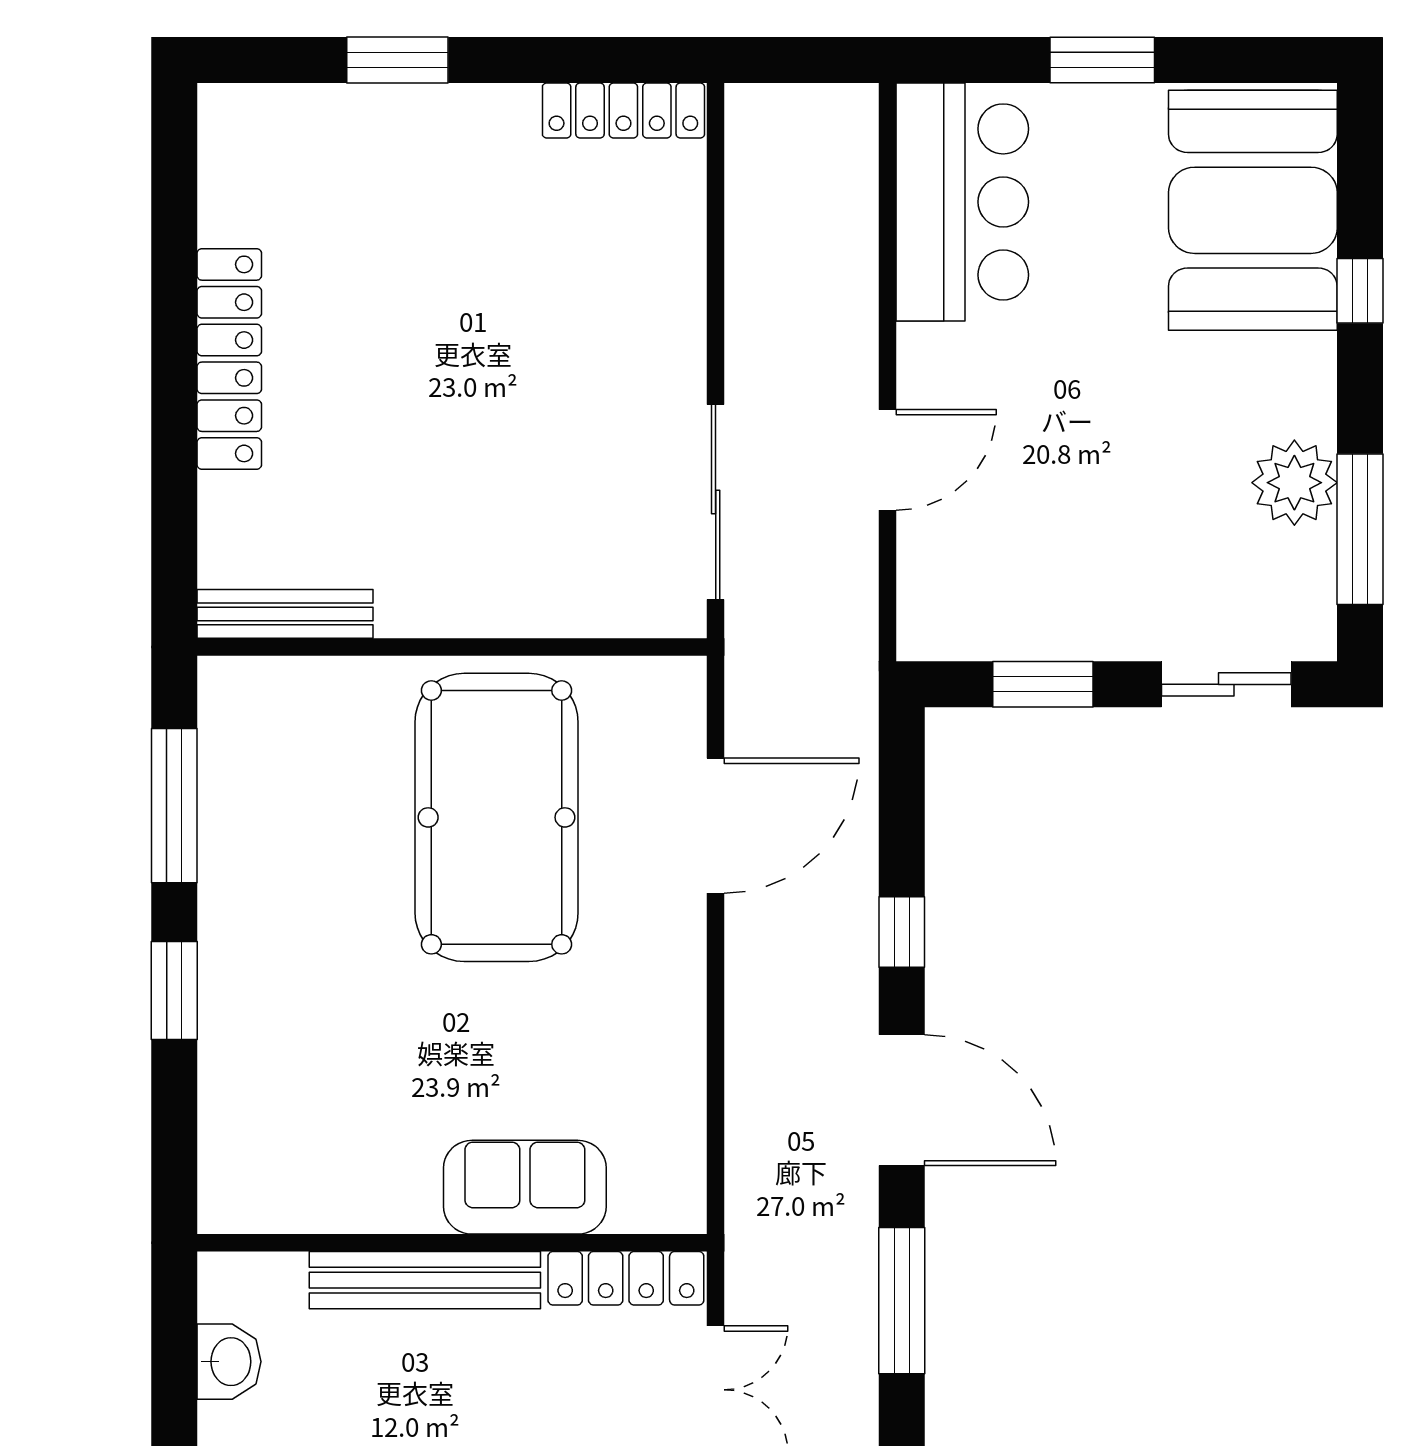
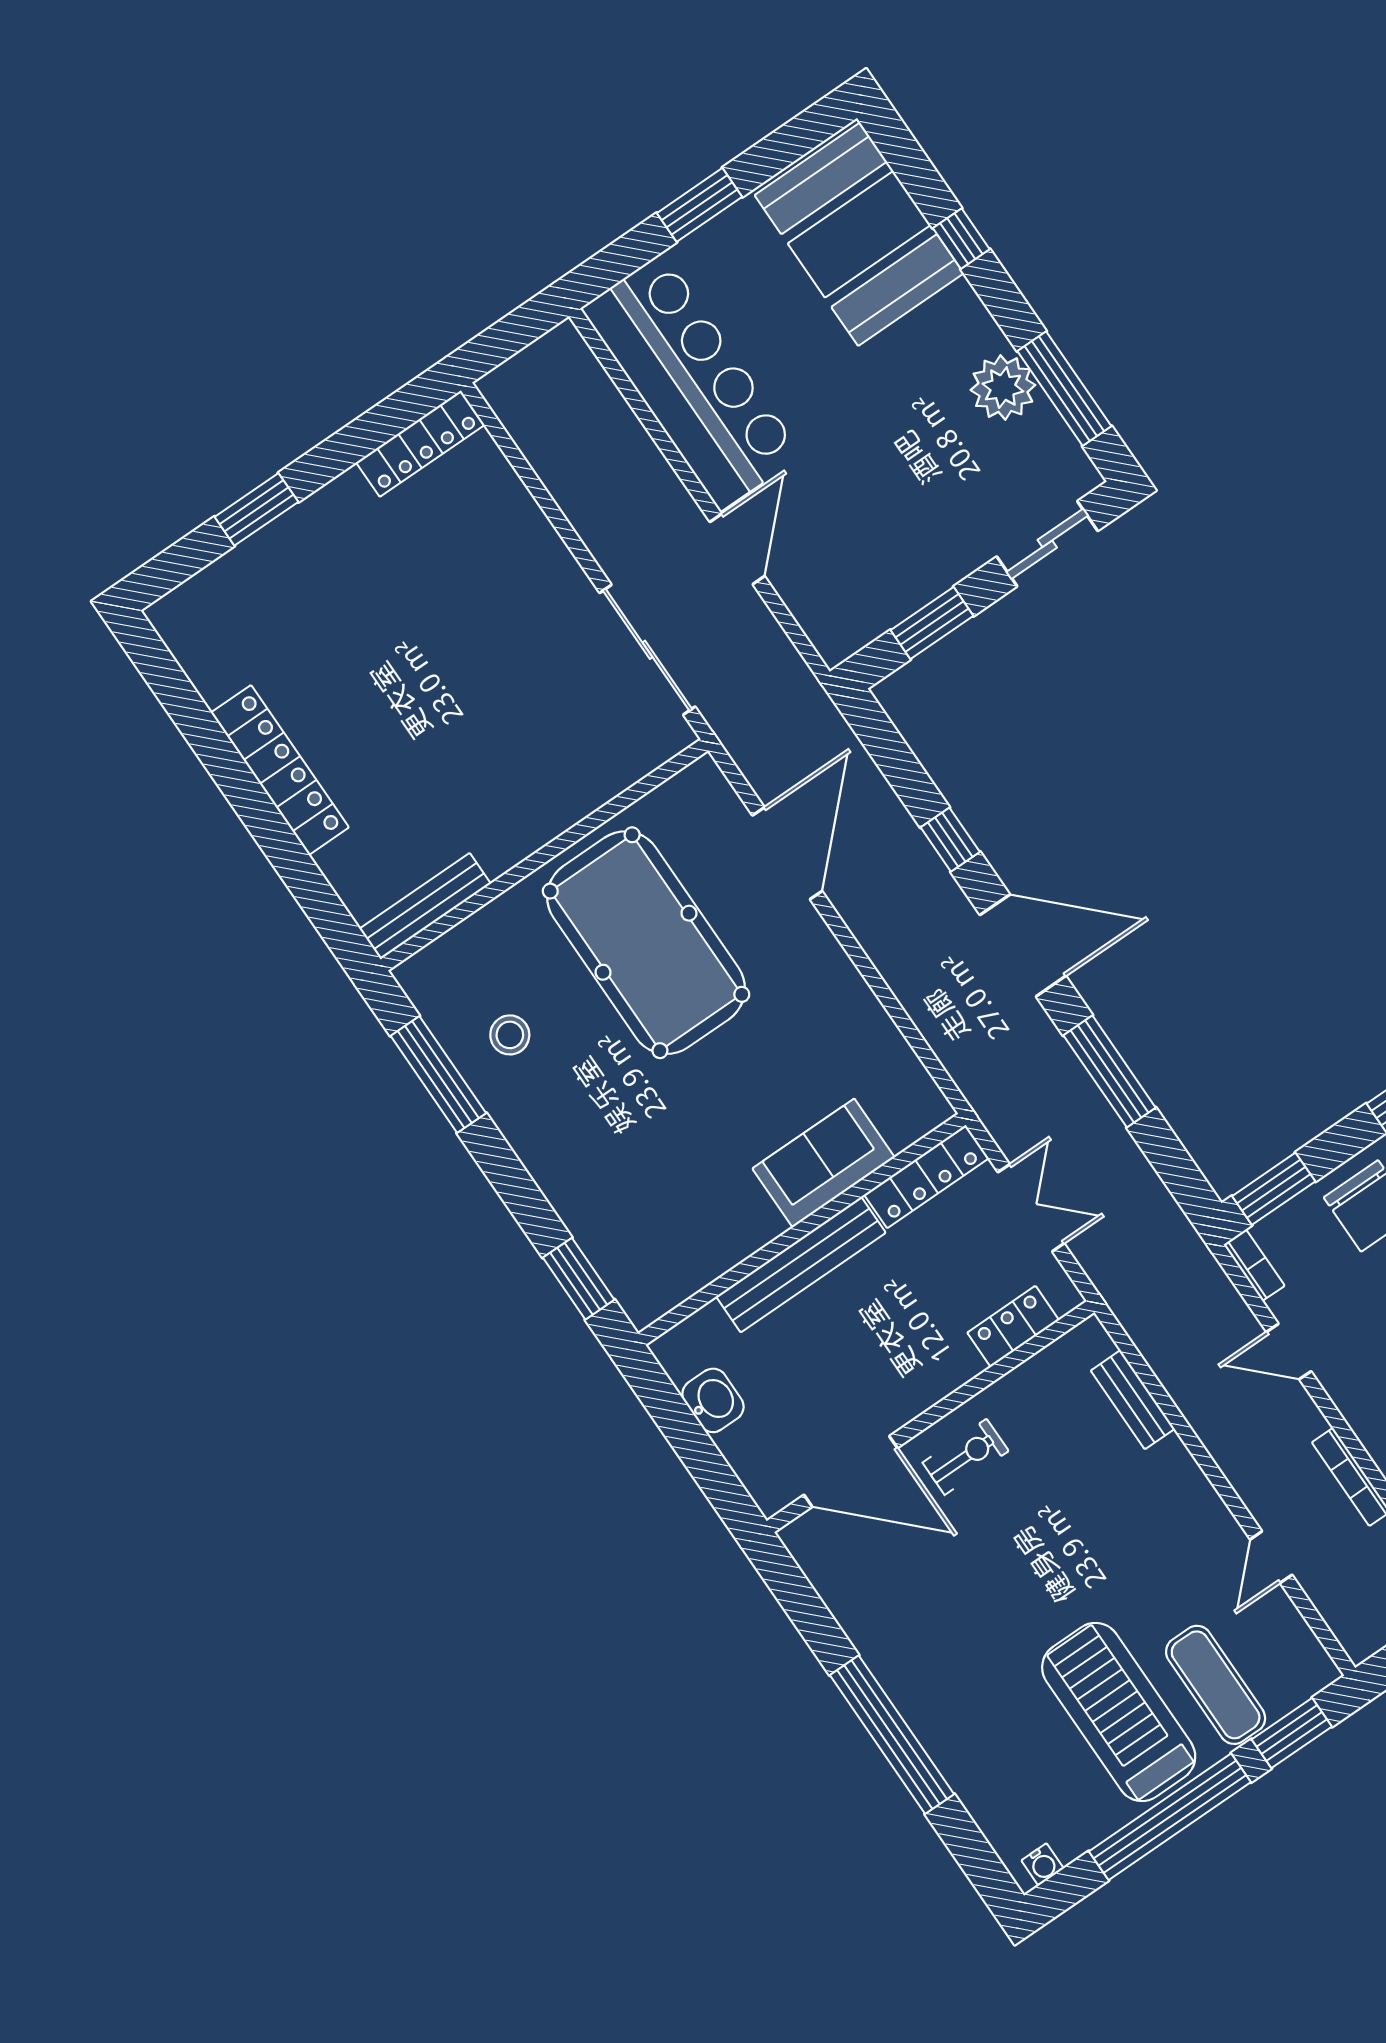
bar counter: (962, 202) -> (692, 382), width x1.36
stool: (281, 816) -> (510, 1035), added
window: (174, 990) -> (579, 1279), moved

